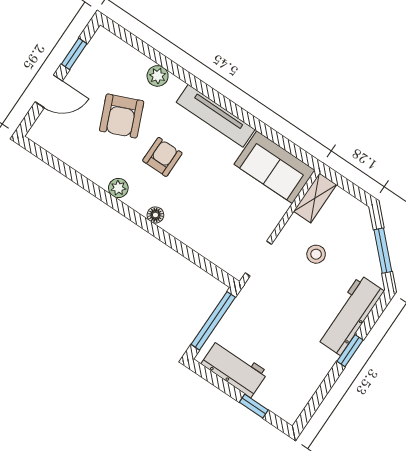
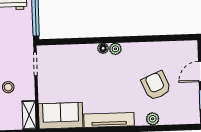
armchair: (162, 157) -> (121, 80), removed
plant: (118, 188) -> (115, 49), moved

